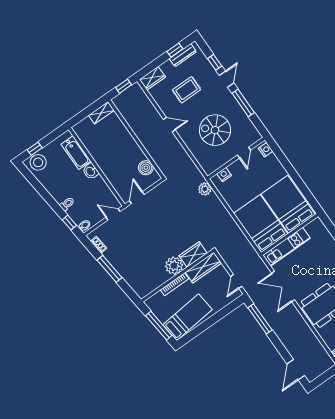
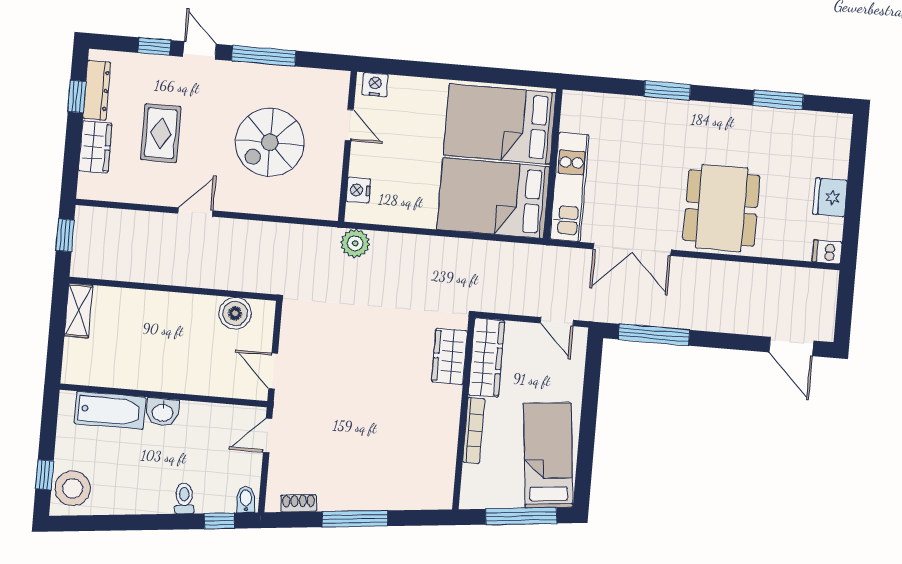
wardrobe: (152, 78) -> (95, 147), moved
plant: (174, 266) -> (441, 405), removed

